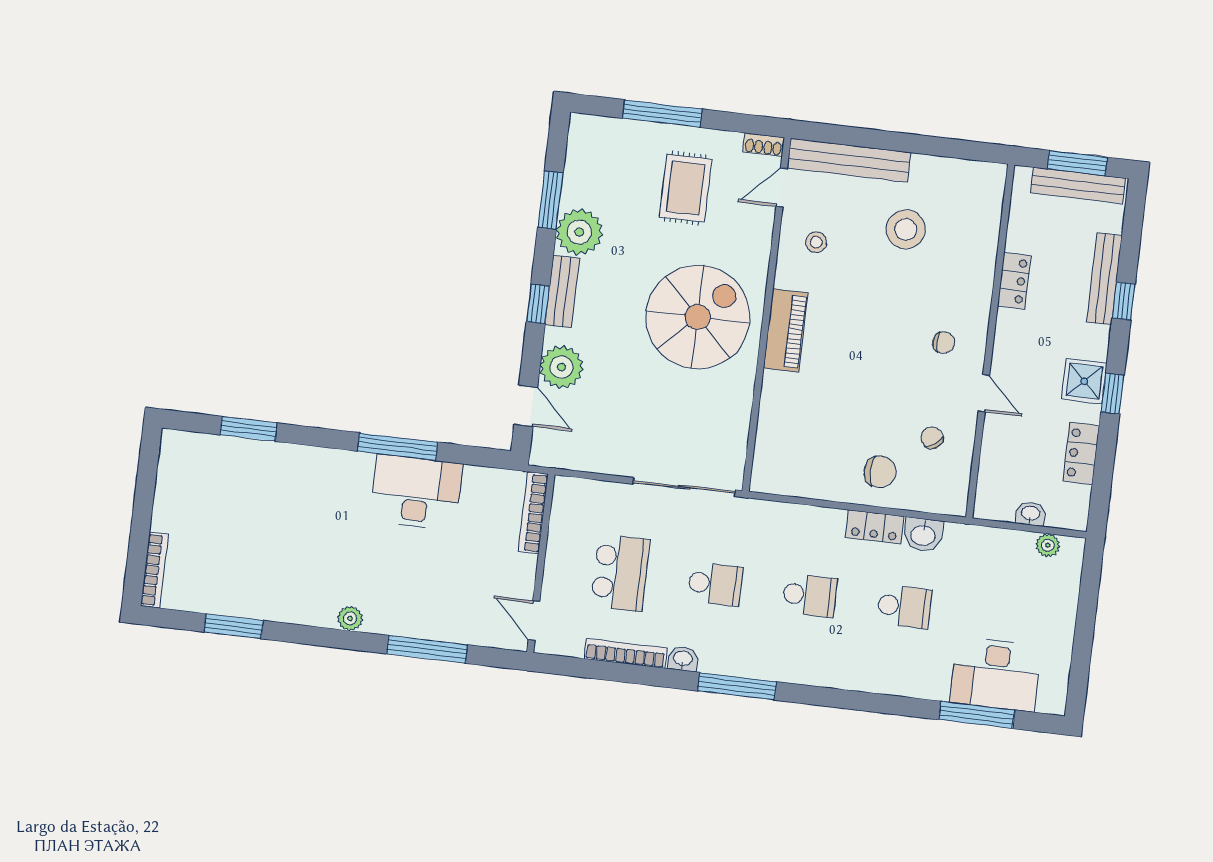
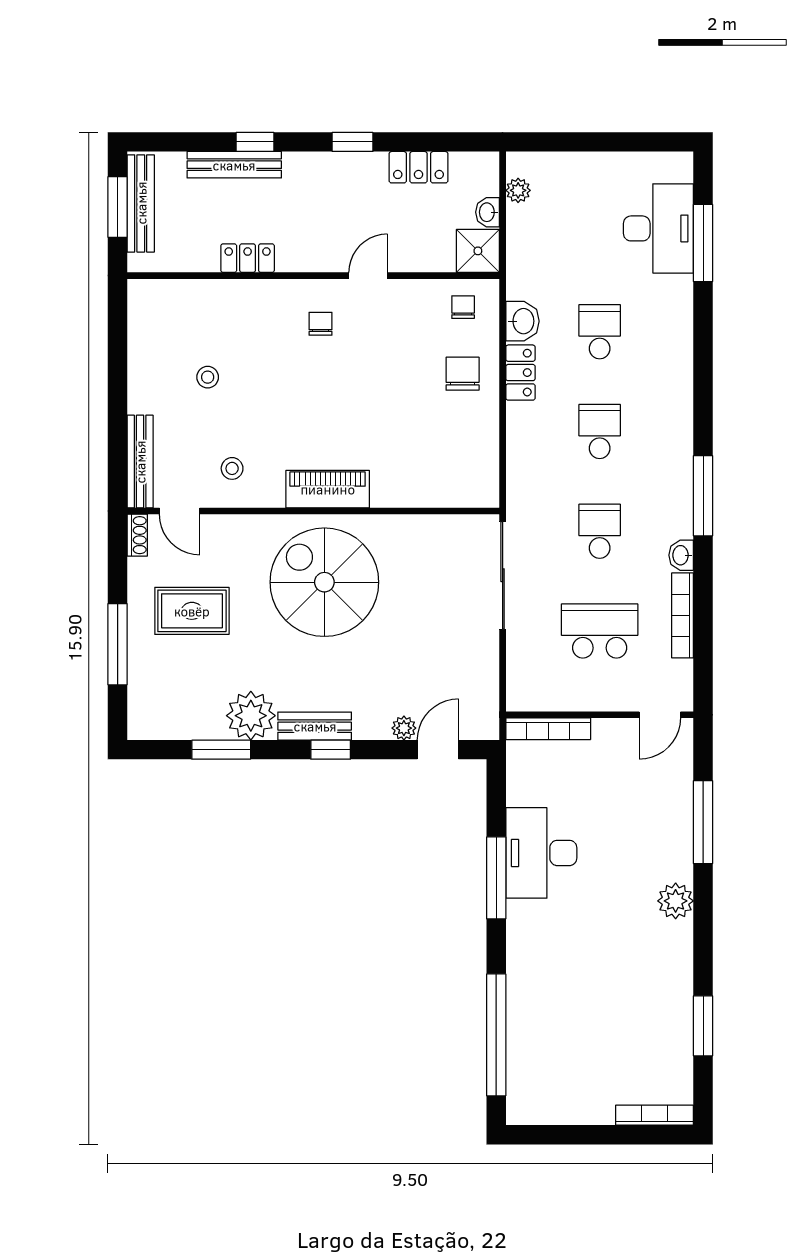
bench: (849, 160) -> (140, 462), width x0.73, depth x0.82
stool: (906, 229) -> (208, 377), width x0.53, depth x0.53
plant: (561, 367) -> (404, 728), width x0.53, depth x0.53
shower: (1084, 381) -> (478, 251), moved
window: (248, 429) -> (496, 1035), width x2.11
chair: (932, 438) -> (463, 307), moved, turned 126
plant: (350, 618) -> (676, 901), width x1.38, depth x1.38

